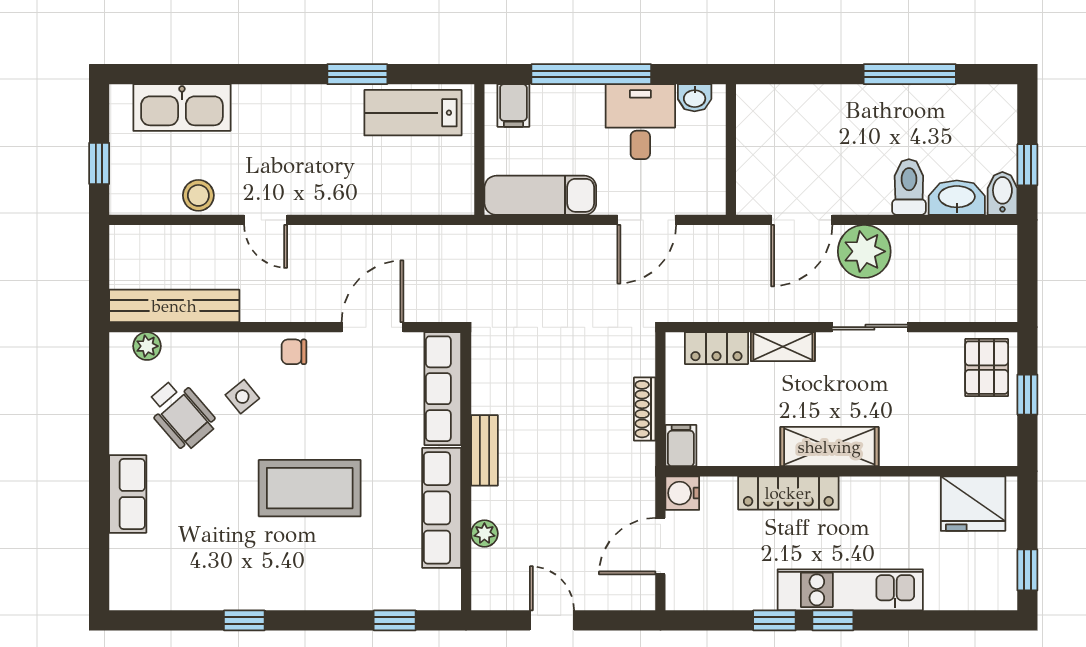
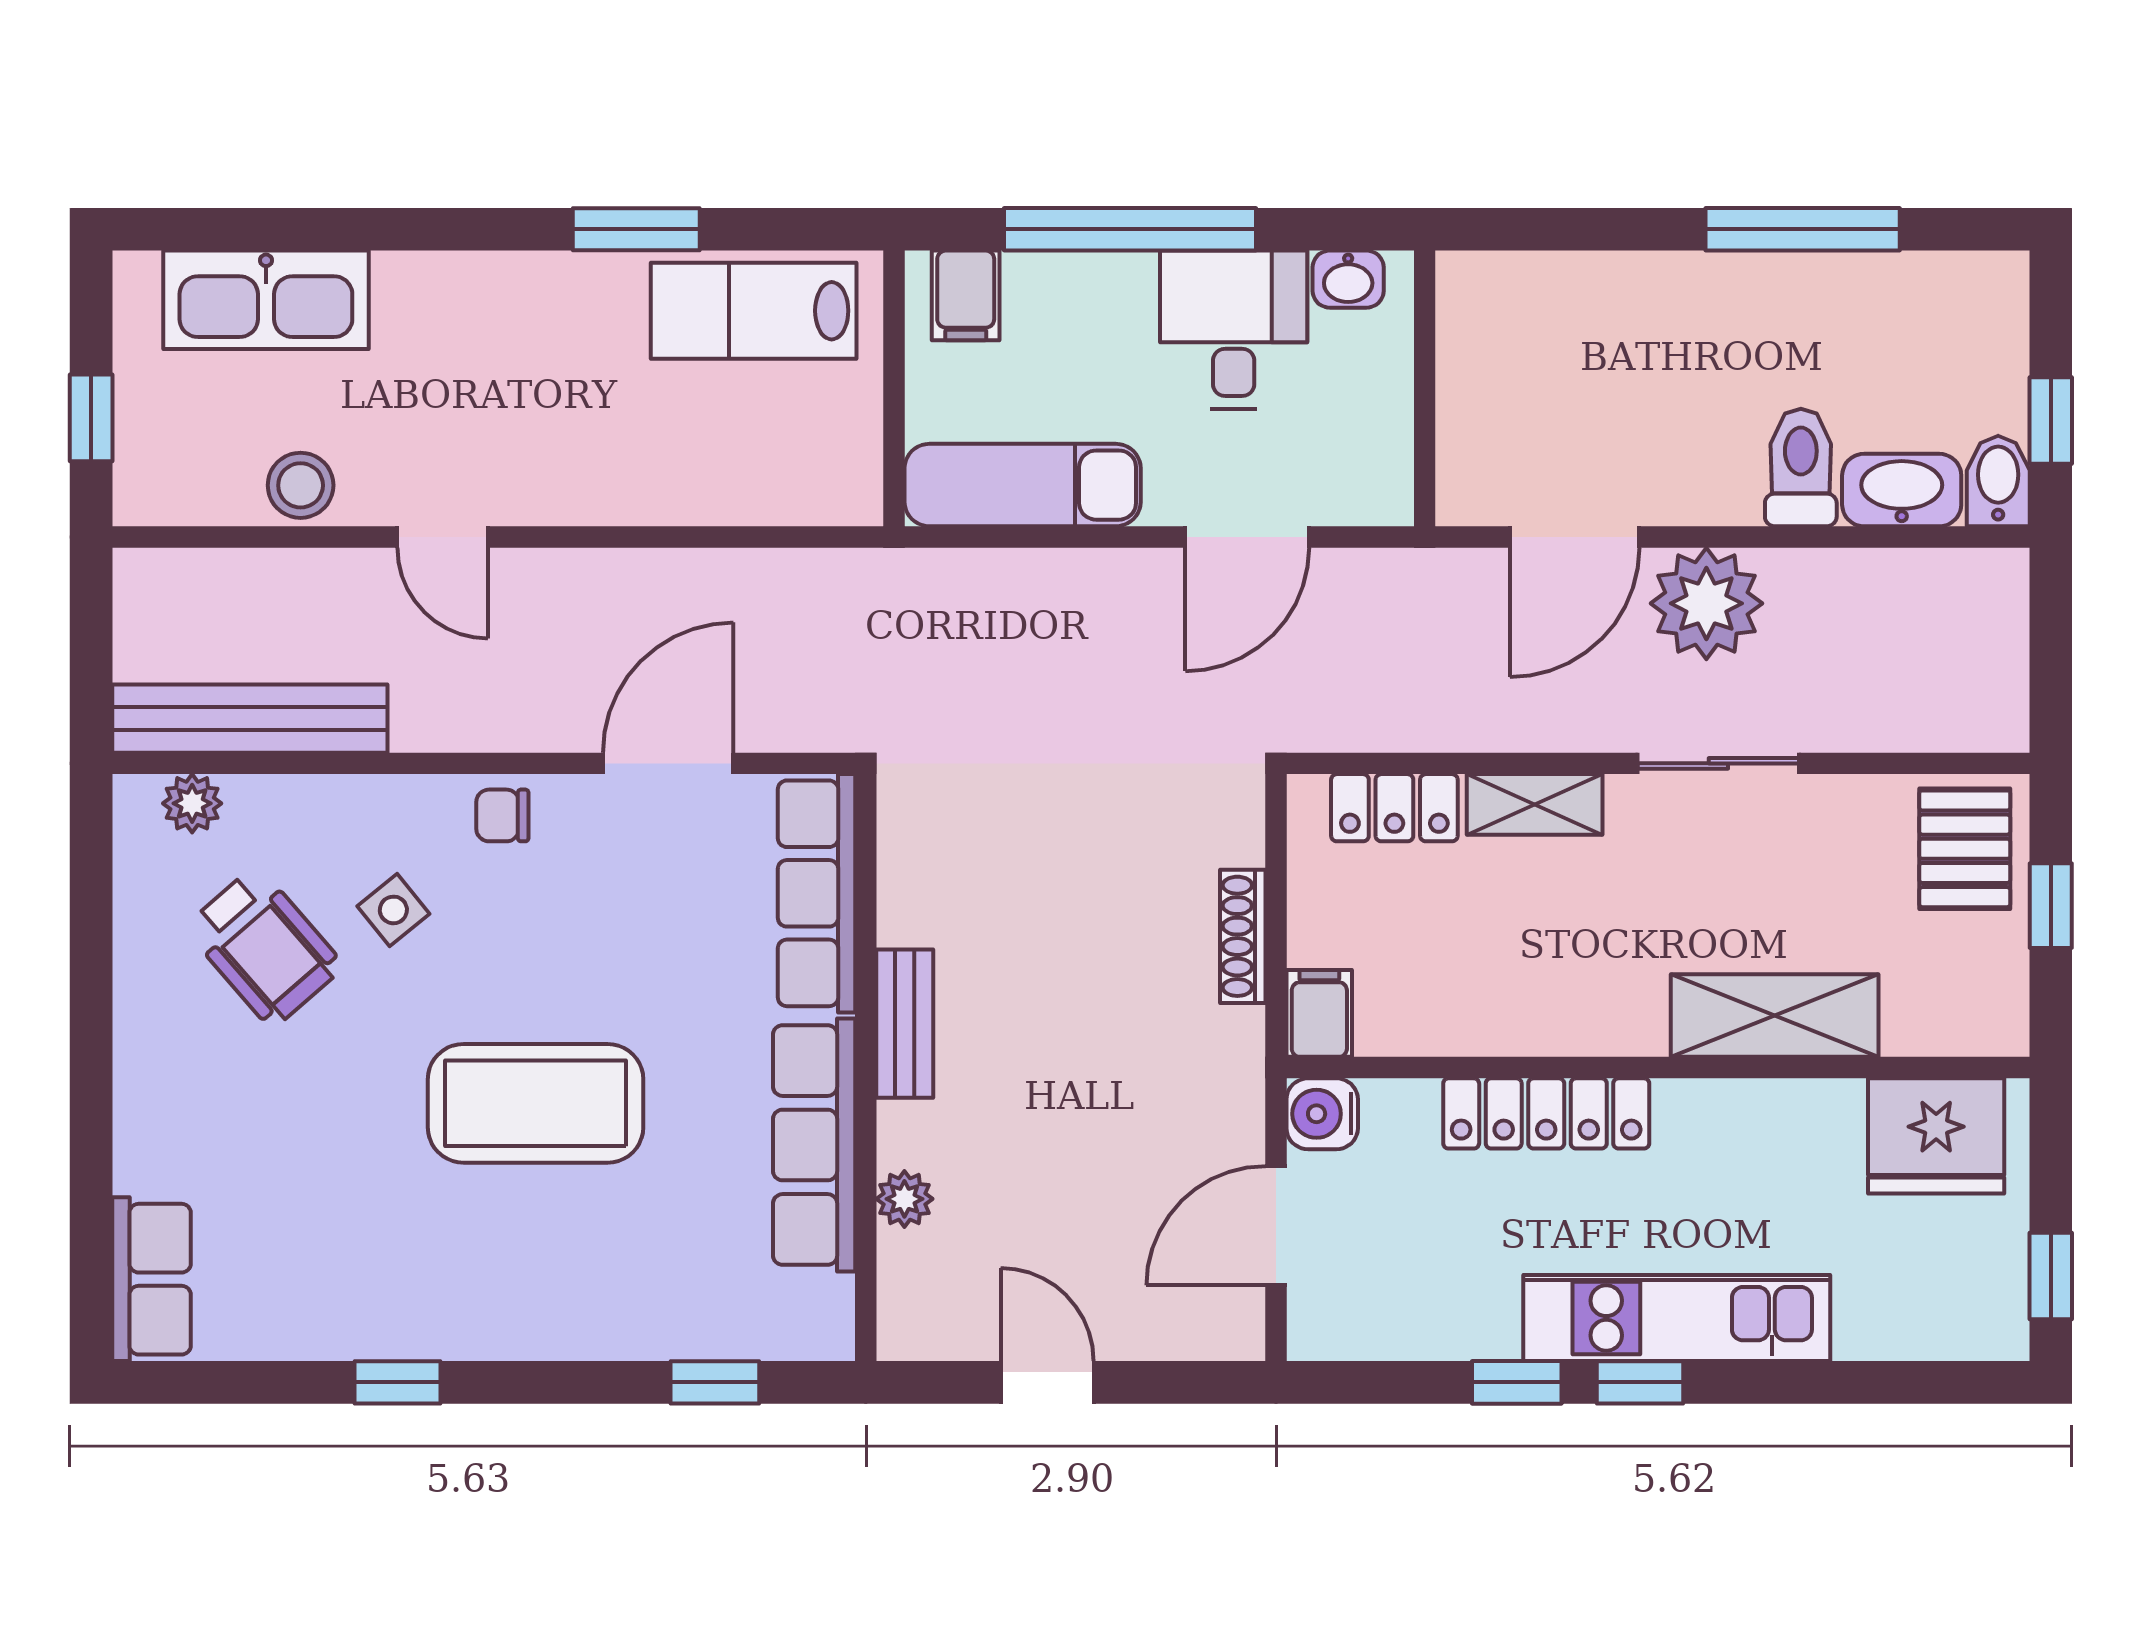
shelving: (829, 447) -> (1775, 1016), moved
row of seats: (128, 494) -> (151, 1279), moved

